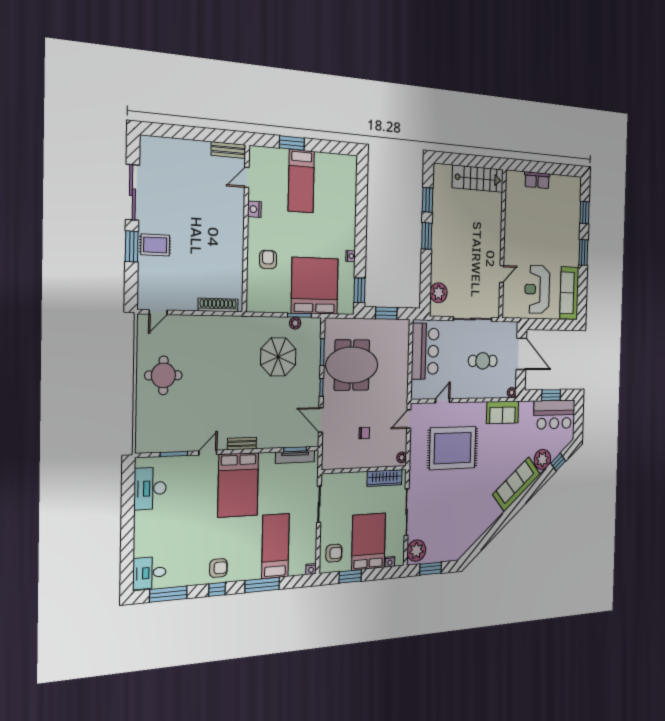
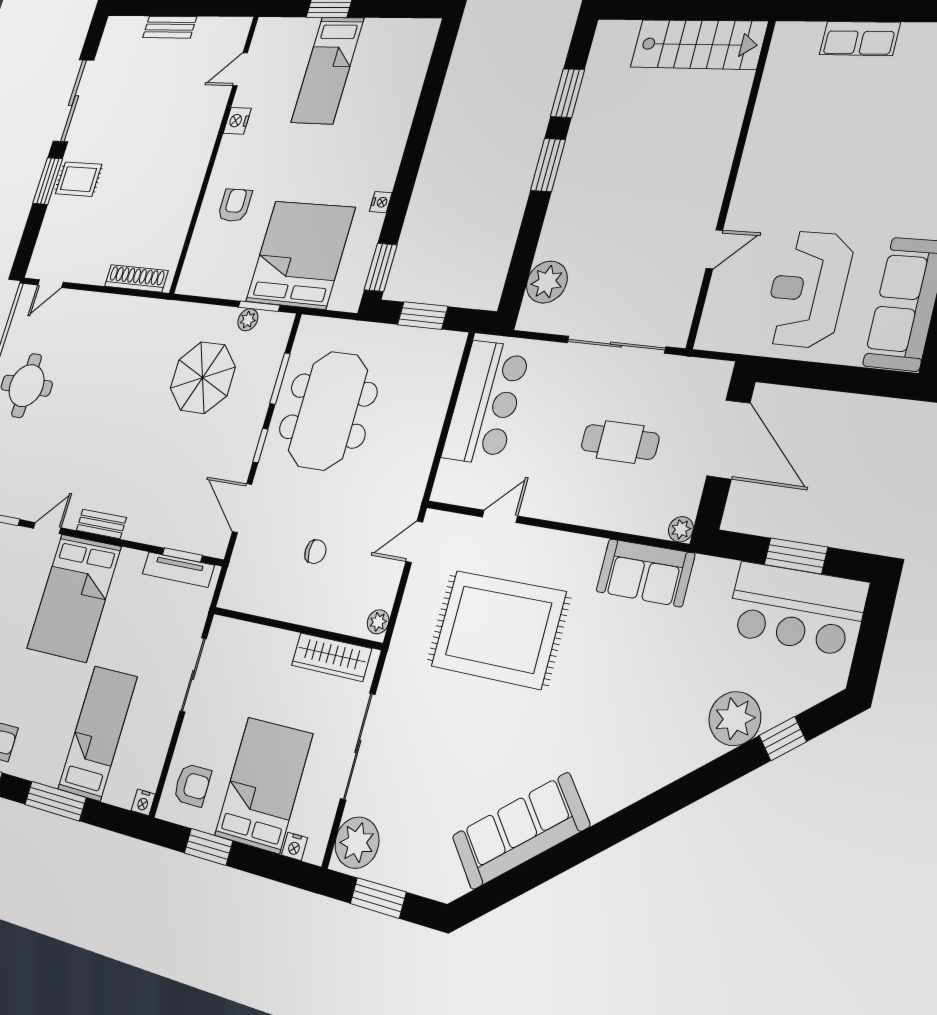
bench: (228, 150) -> (170, 27), moved
meeting table: (352, 365) -> (328, 411), turned 90
sofa: (517, 484) -> (520, 831), moved

